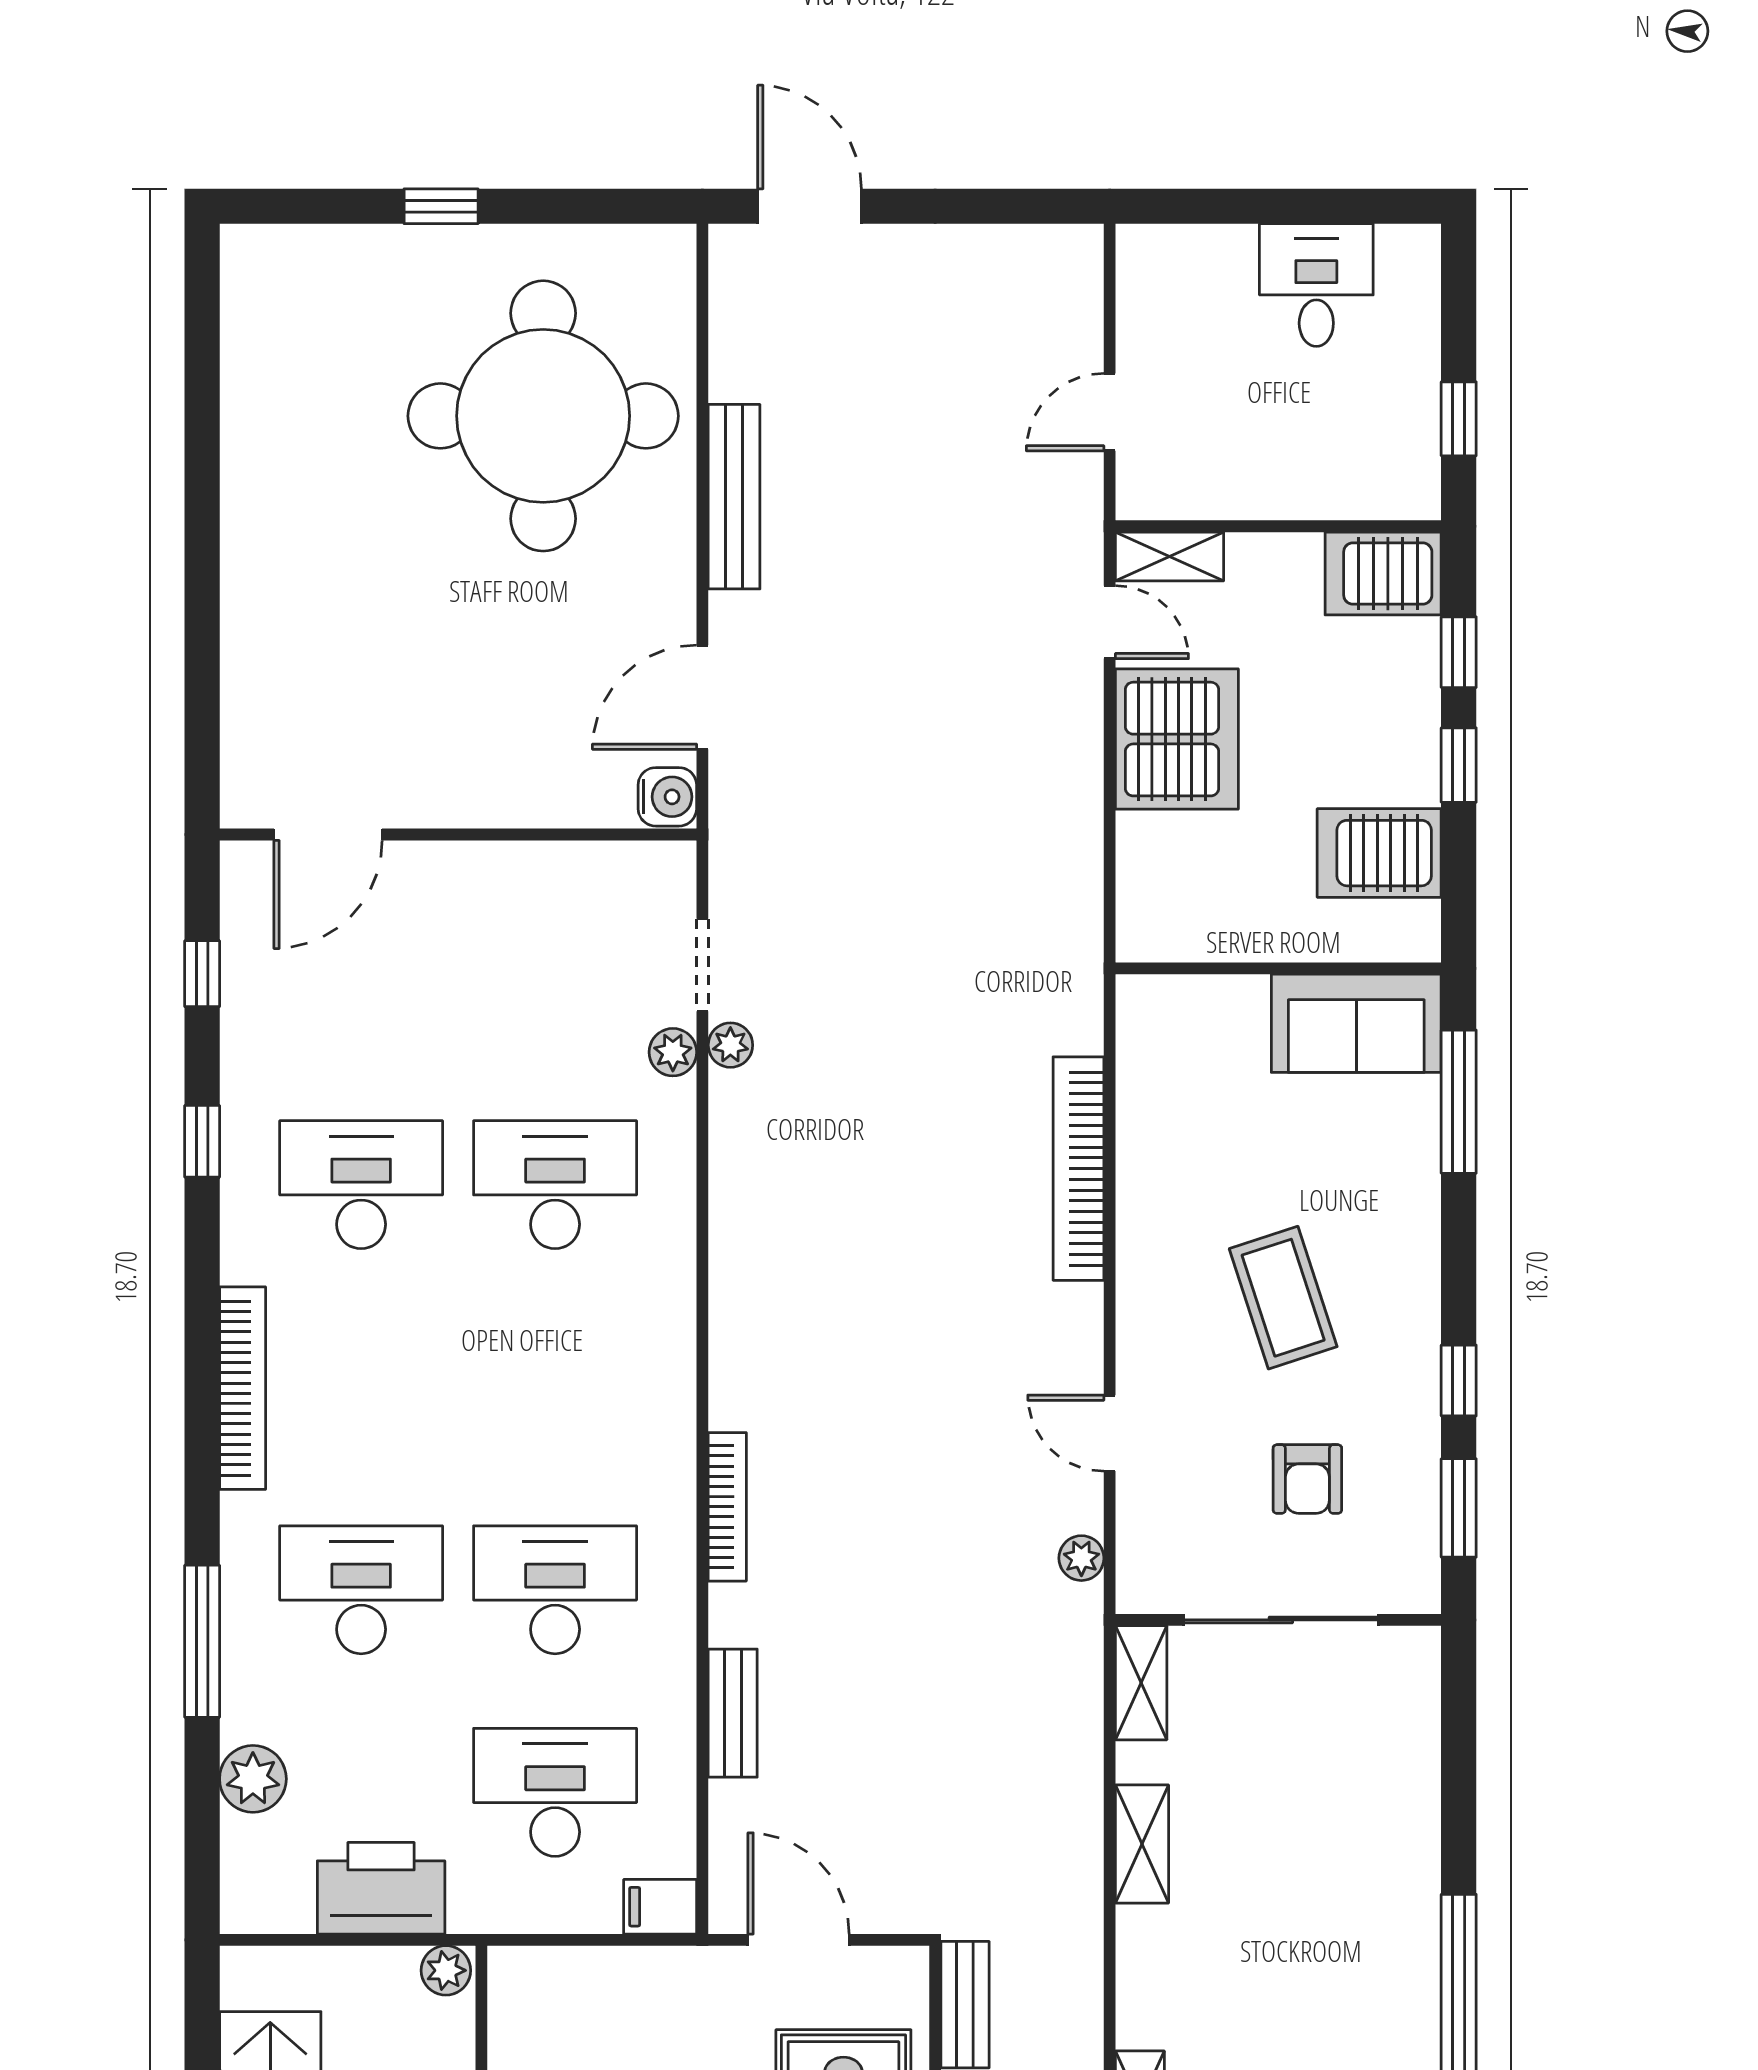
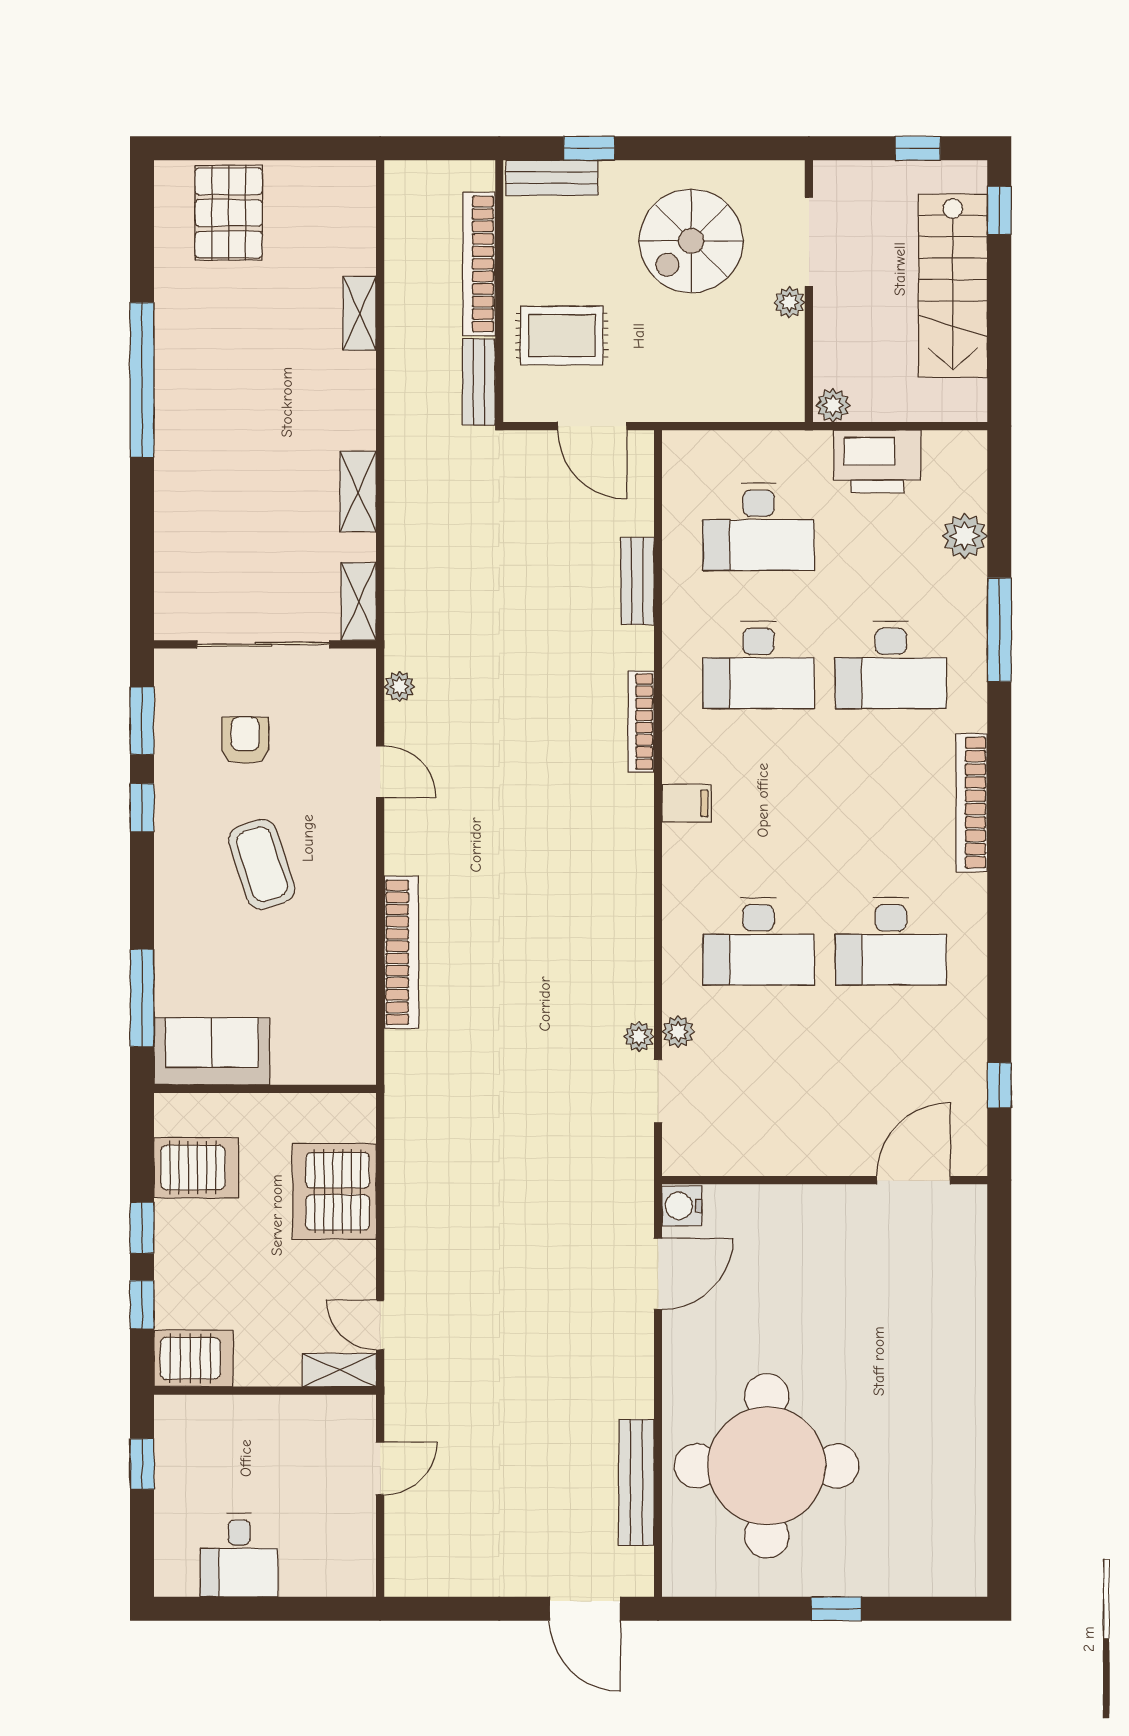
bench: (734, 497) -> (636, 1482), moved
server rack: (1177, 739) -> (334, 1191), moved
window: (202, 1141) -> (999, 971), removed
filing cabinet: (660, 1907) -> (687, 803), moved

